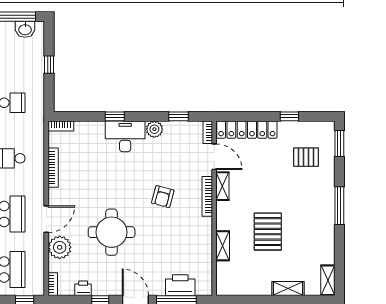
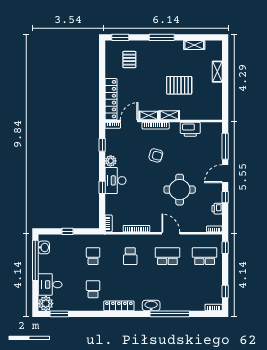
window: (289, 116) -> (102, 71), removed
shelving: (223, 246) -> (169, 115), moved
plant: (60, 247) -> (190, 224), removed
shelving: (328, 280) -> (194, 45), moved
printer: (180, 285) -> (190, 129), moved, turned -90

